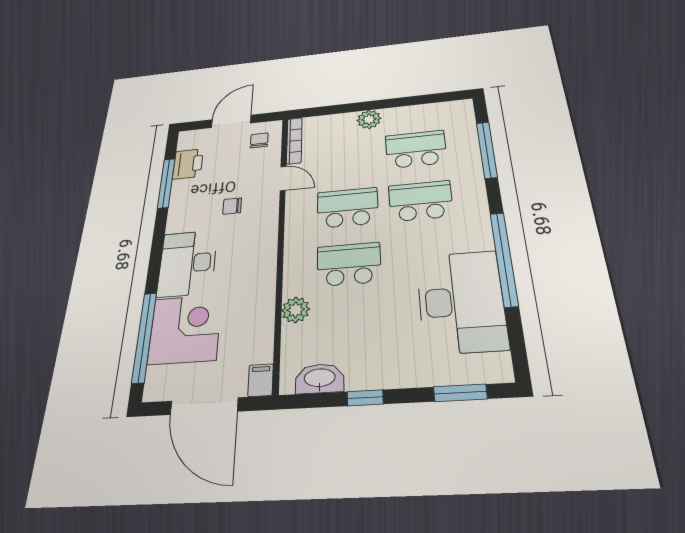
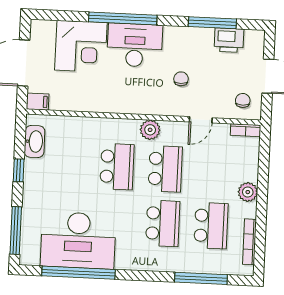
bookcase: (430, 109) -> (249, 242), added
chair: (259, 140) -> (243, 100), turned -90
bookcase: (294, 141) -> (246, 130), width x0.64
window: (504, 259) -> (79, 273), moved
plant: (296, 310) -> (150, 130), moved
window: (144, 337) -> (123, 18), moved
window: (460, 393) -> (16, 230), width x1.44

